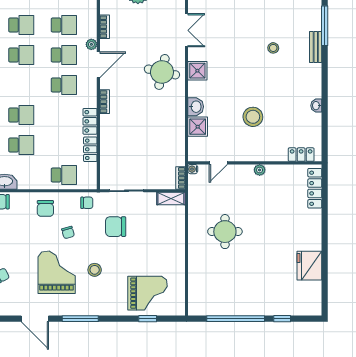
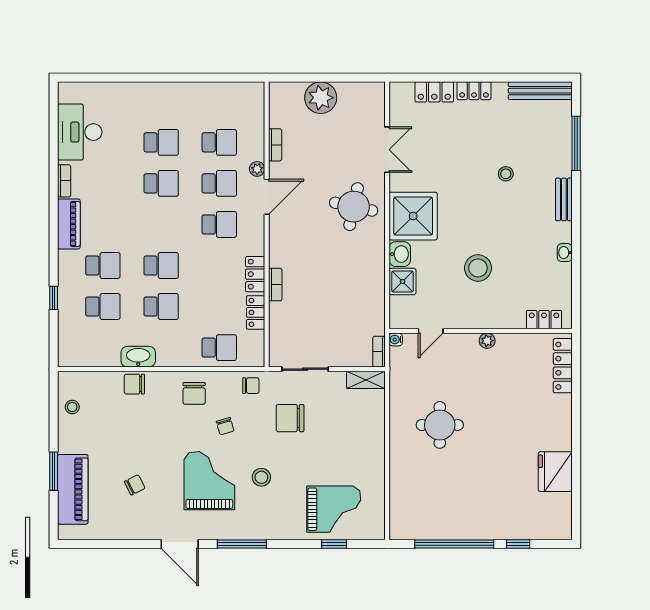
bench: (316, 47) -> (564, 199), moved
shower: (197, 71) -> (413, 216), width x1.86, depth x1.86
bookcase: (105, 102) -> (275, 285), moved

